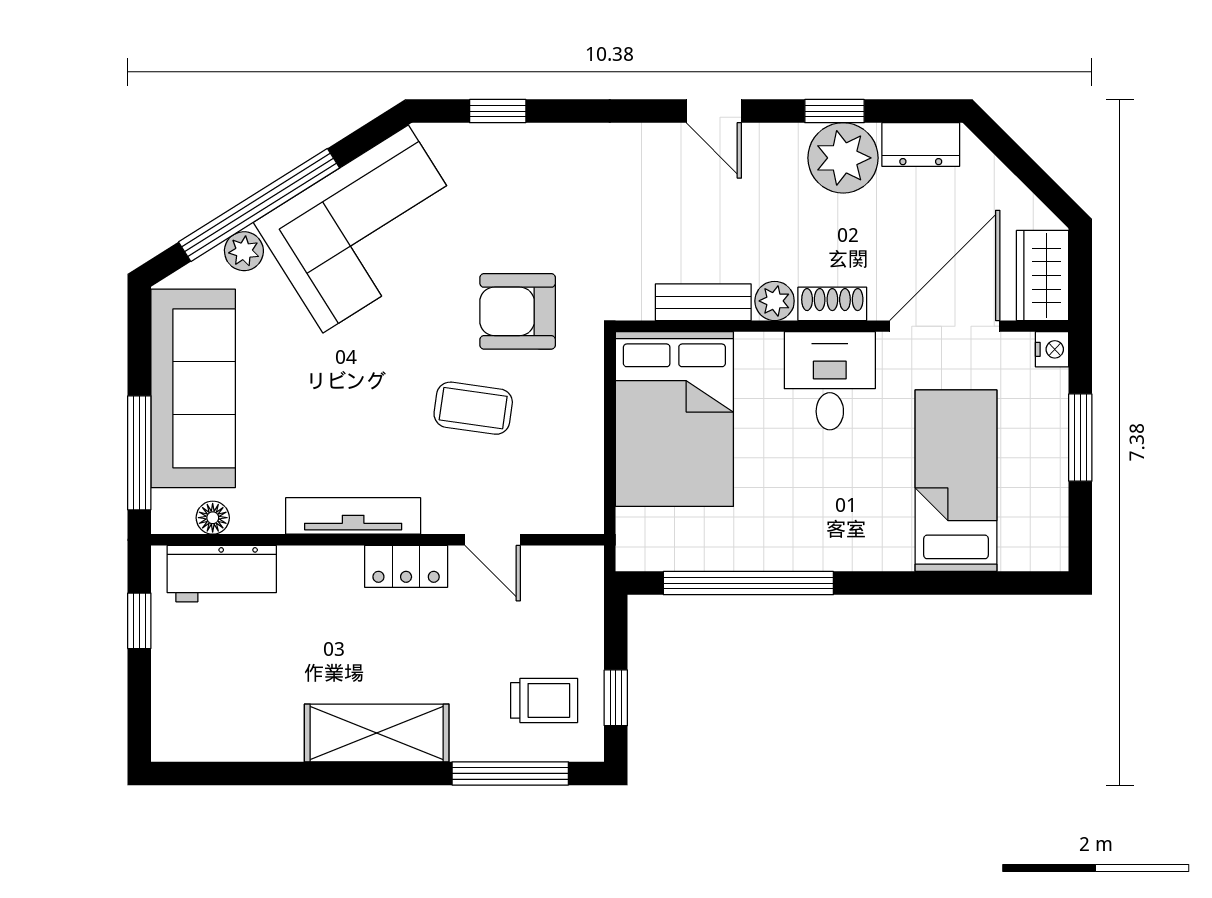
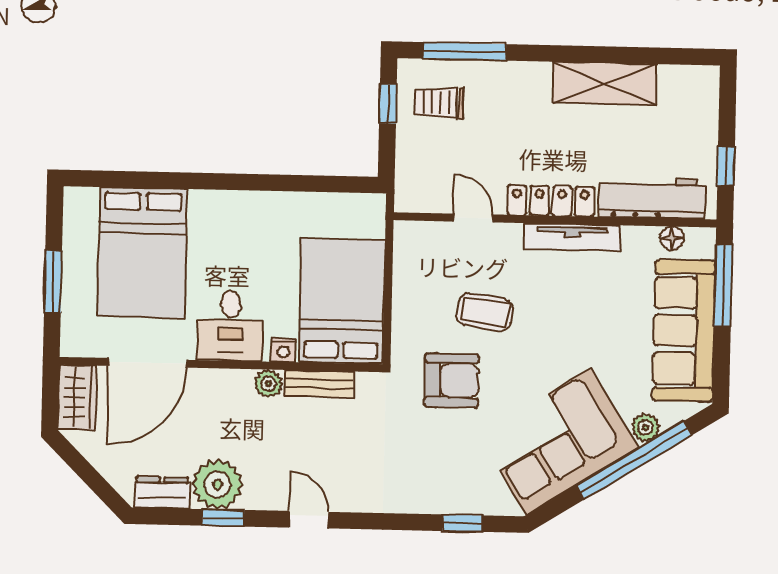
shoe rack: (832, 304) -> (227, 381), removed
nightstand: (1052, 349) -> (283, 350), moved, turned -90
bed: (956, 481) -> (142, 253), width x1.50
locker: (406, 566) -> (551, 201), width x1.53
workbench: (222, 574) -> (652, 198), width x1.38
window: (748, 583) -> (292, 183), removed
shelving: (377, 733) -> (605, 83), moved

